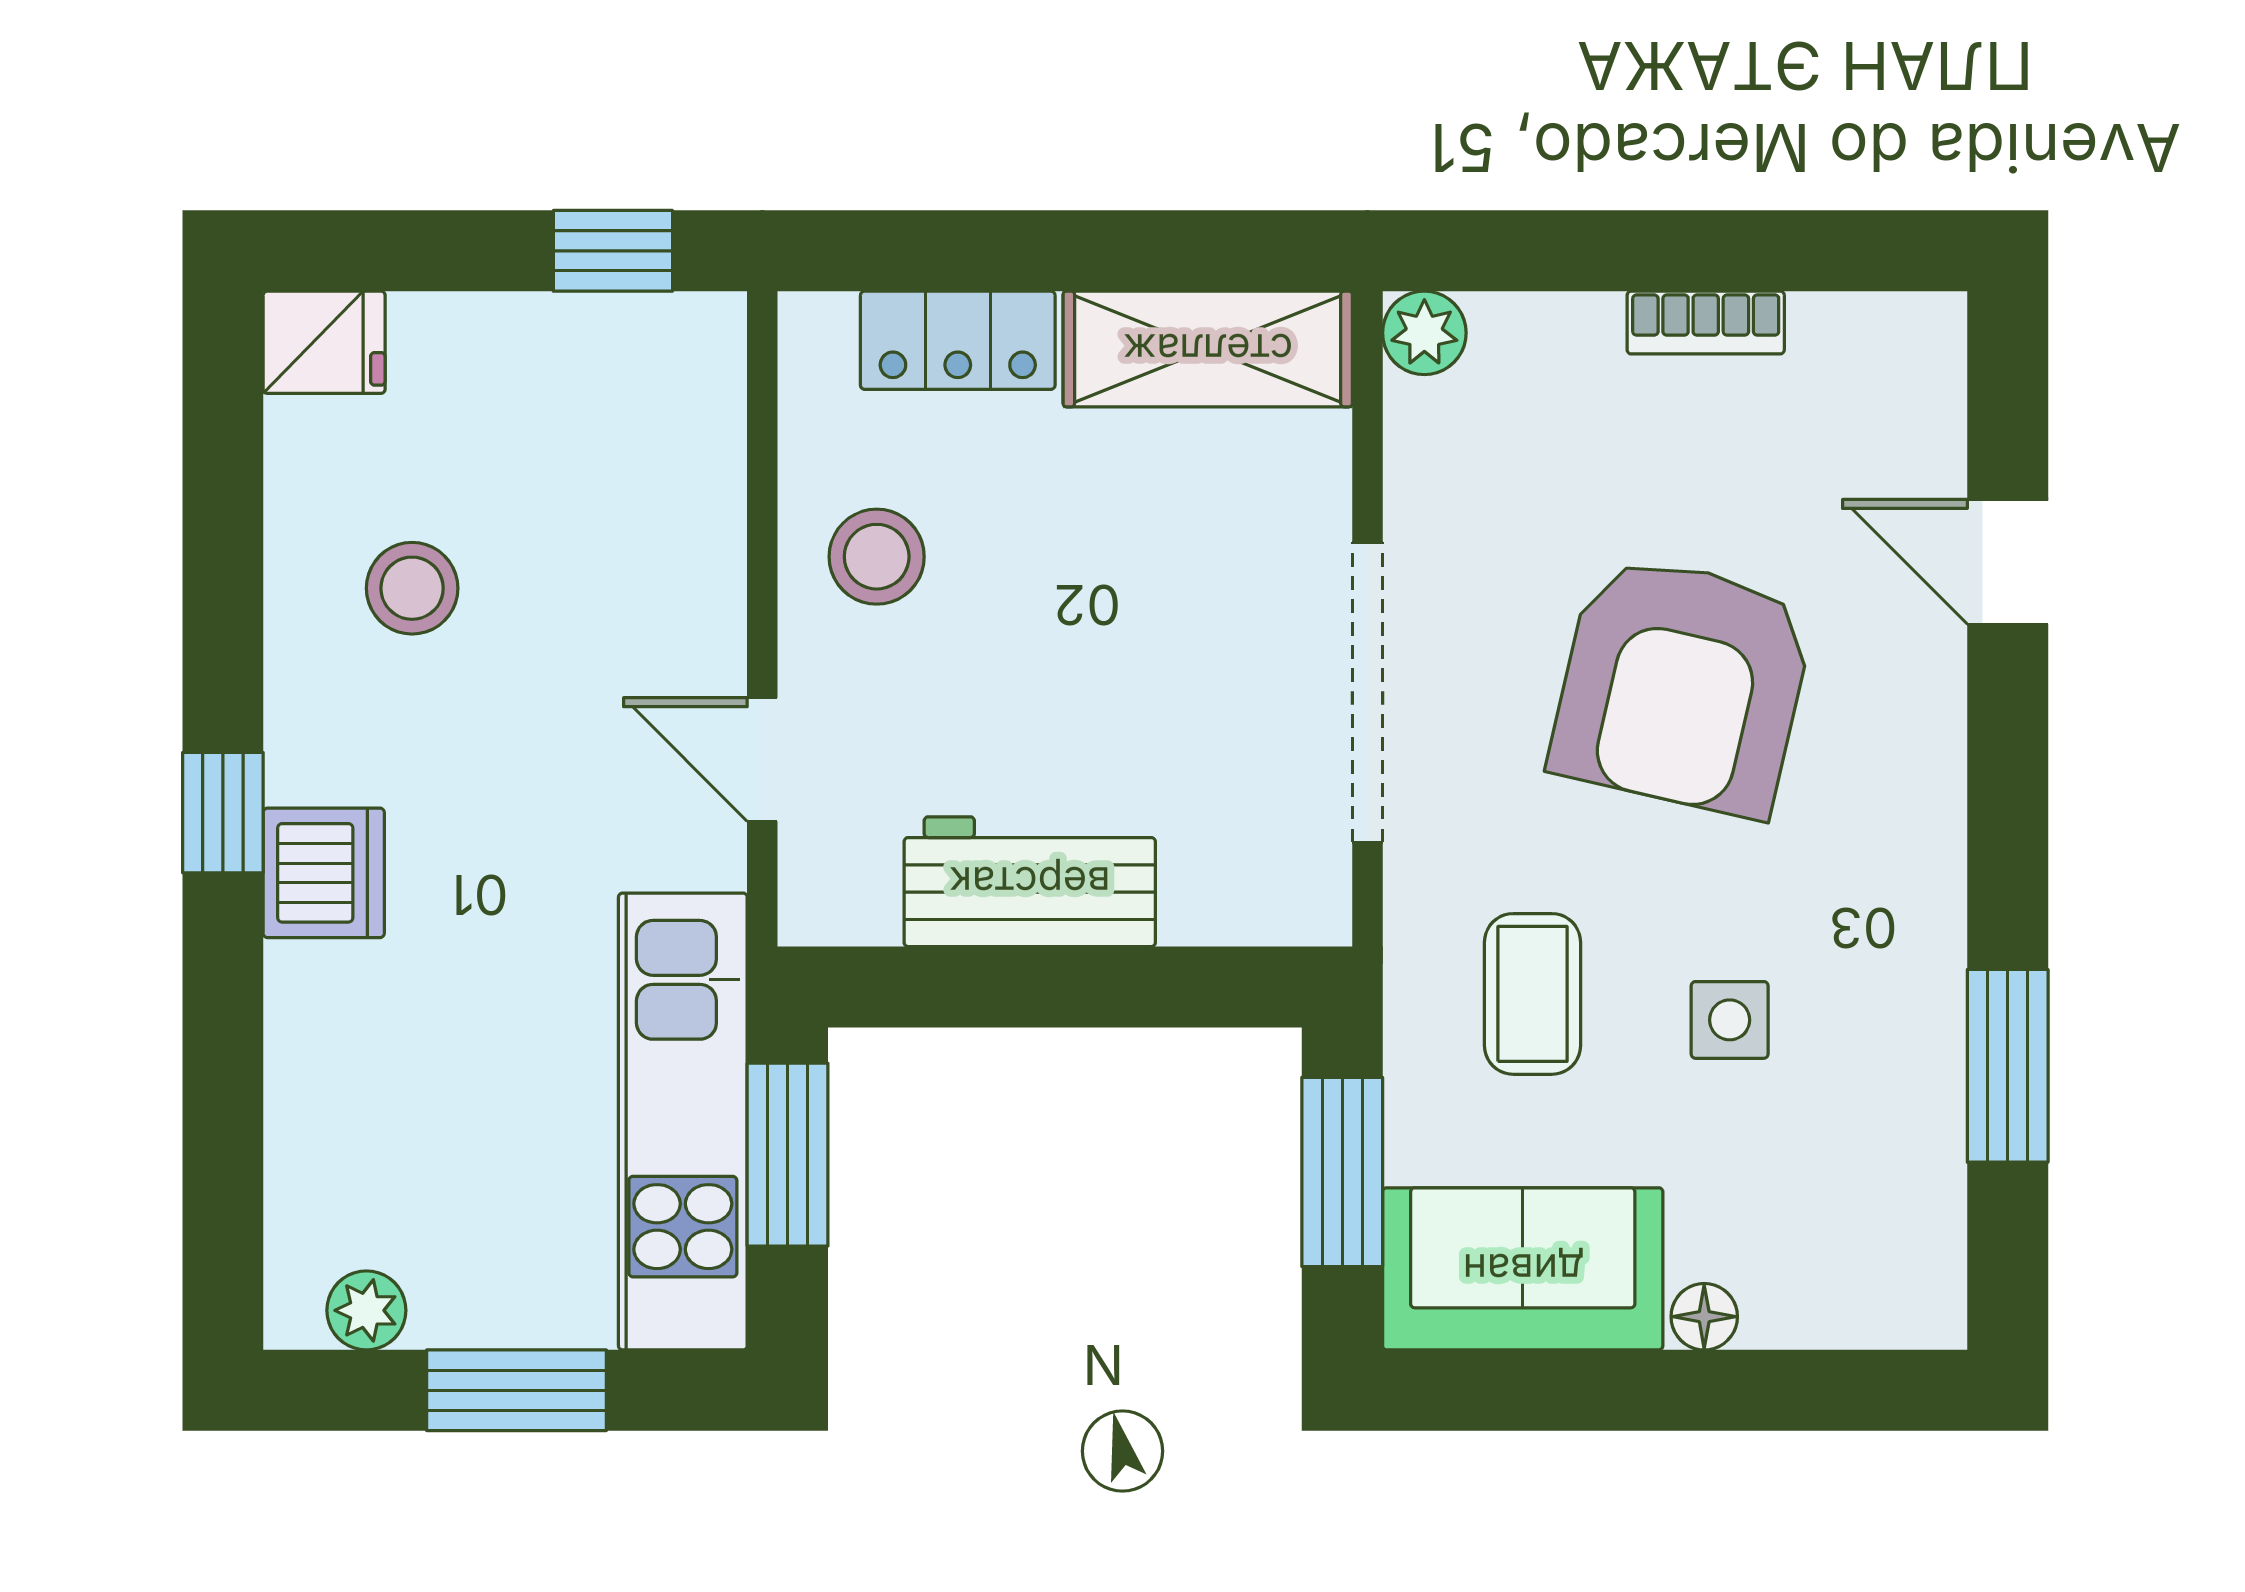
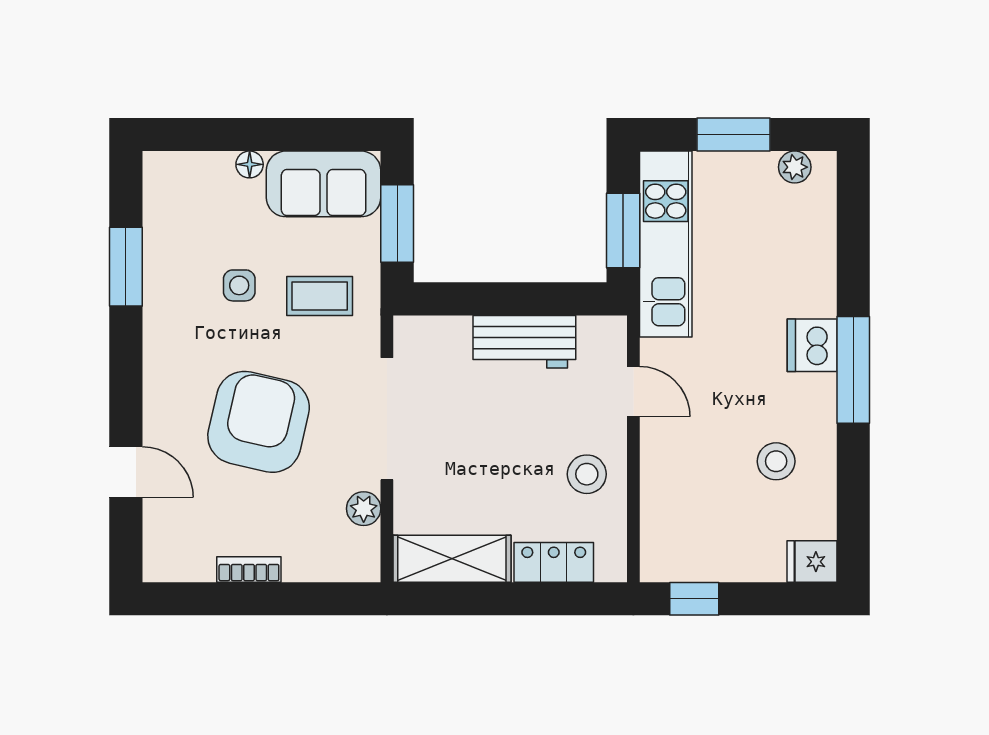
plant: (1424, 333) -> (364, 509), moved
window: (223, 813) -> (853, 370), width x2.17
coffee table: (1532, 994) -> (320, 296), turned 90

